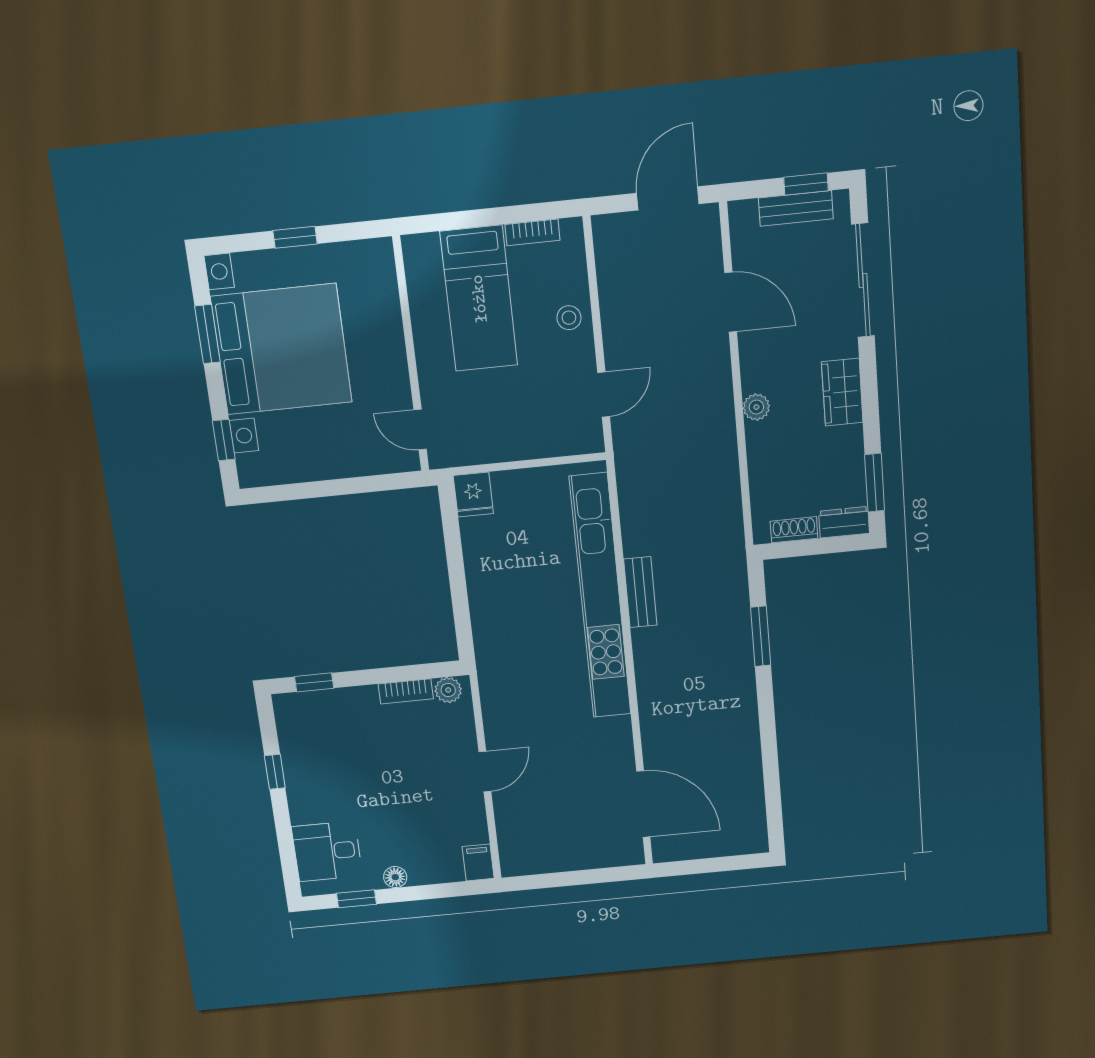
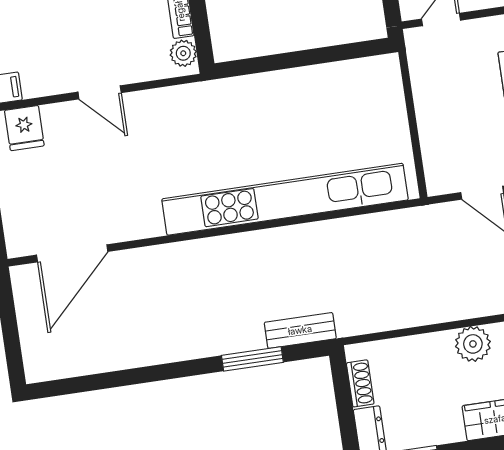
plant: (756, 407) -> (473, 344), width x1.38, depth x1.38
fridge: (473, 495) -> (24, 128), moved, turned -90
bench: (640, 592) -> (300, 330), moved

